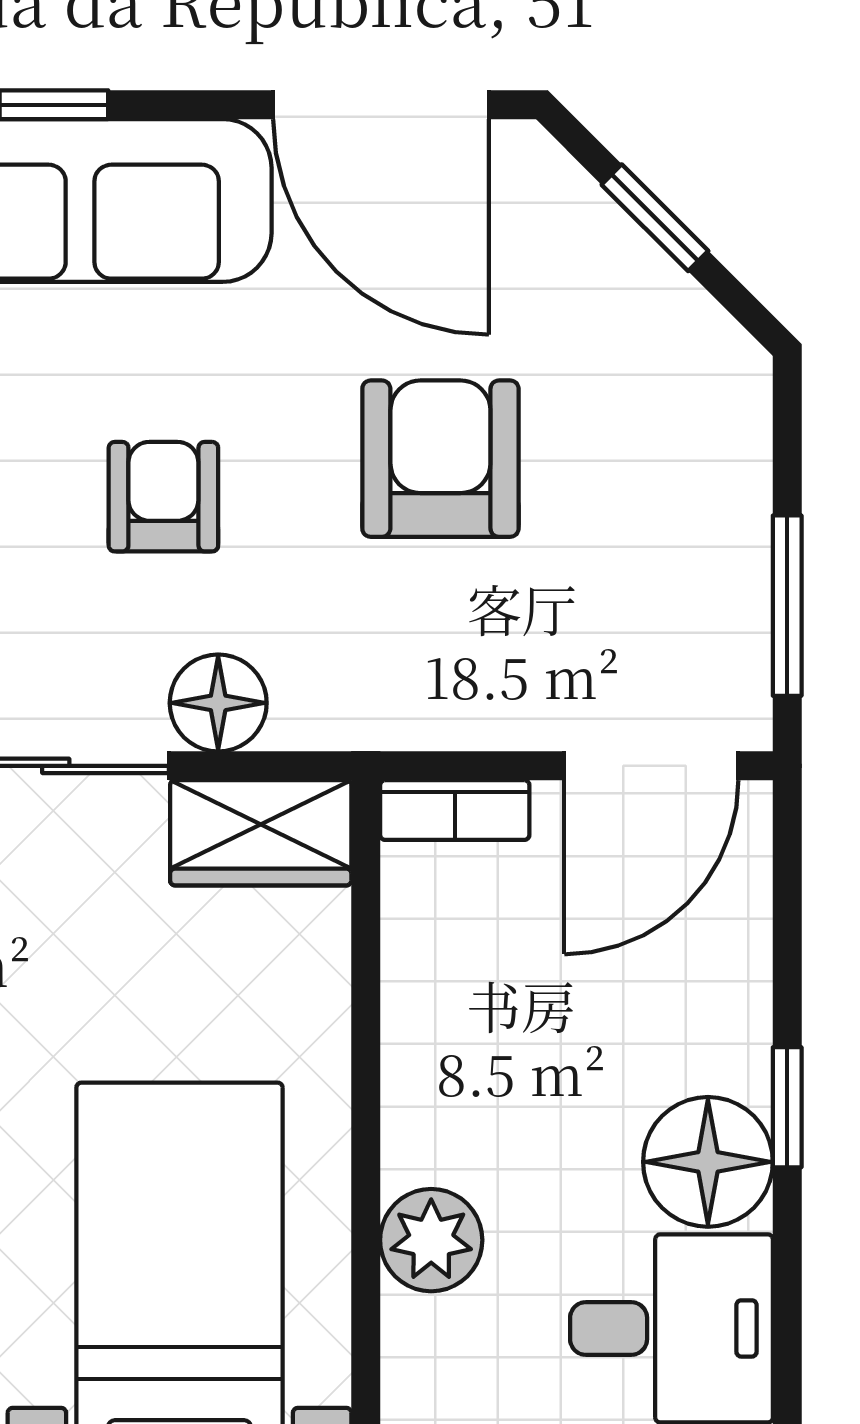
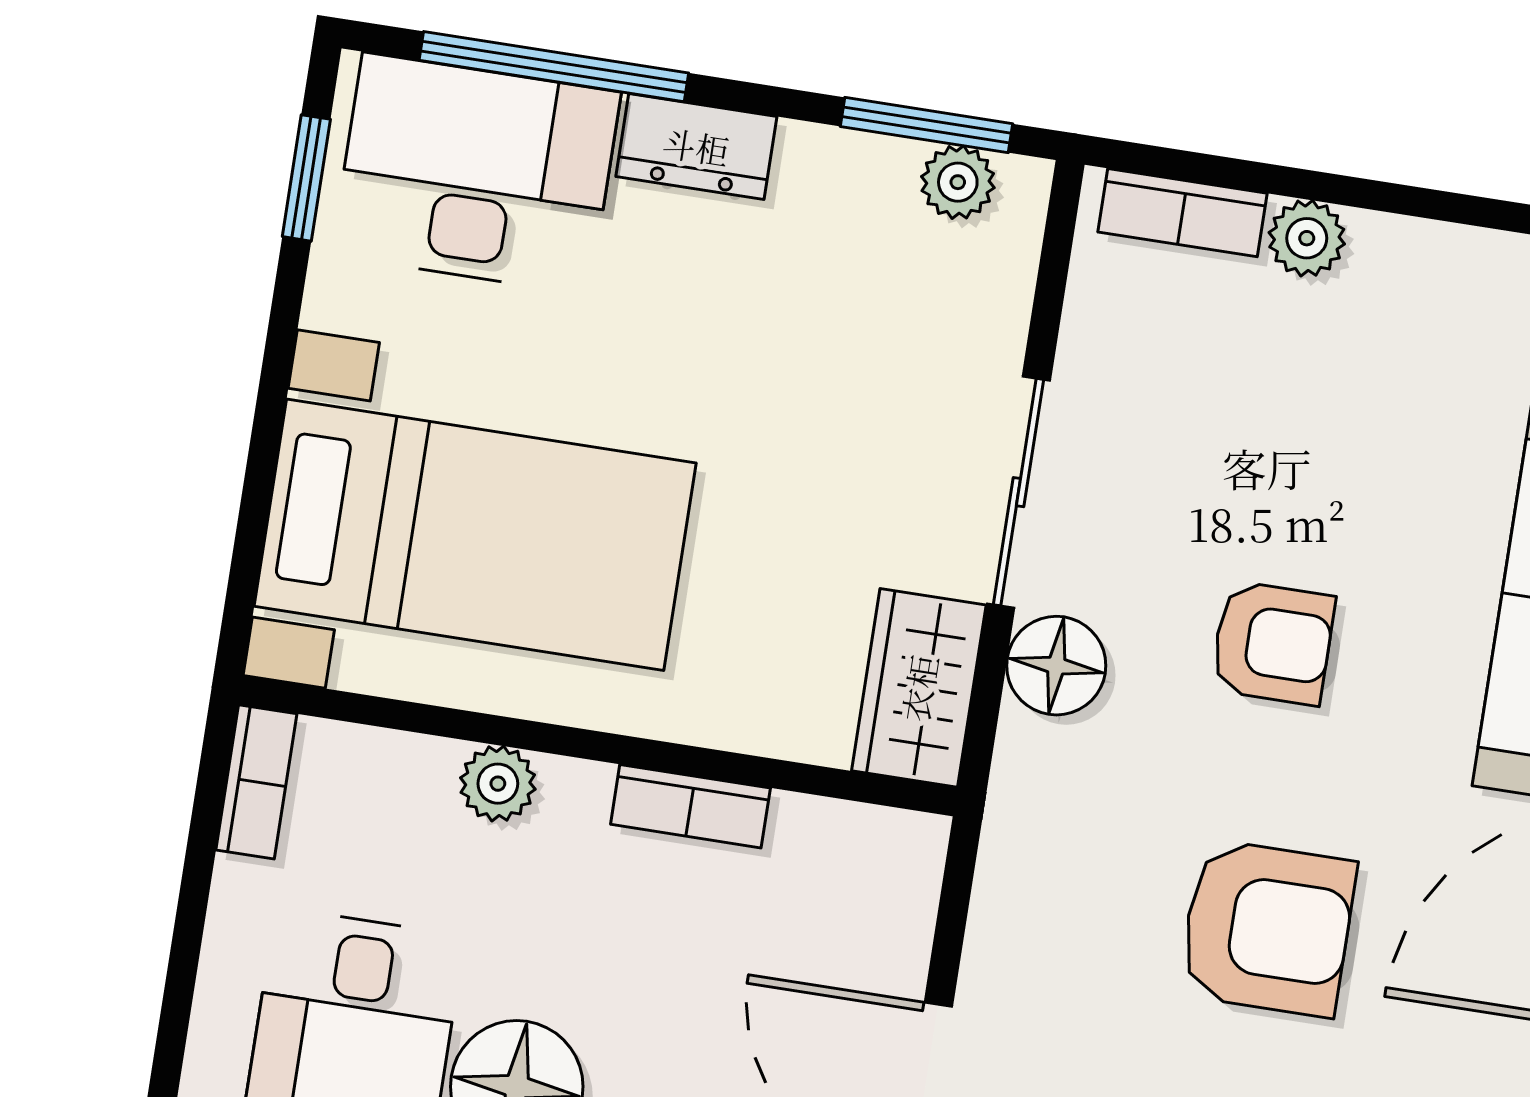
bookcase: (455, 810) -> (690, 806), moved, turned -90
plant: (431, 1240) -> (498, 784), width x0.73, depth x0.73

